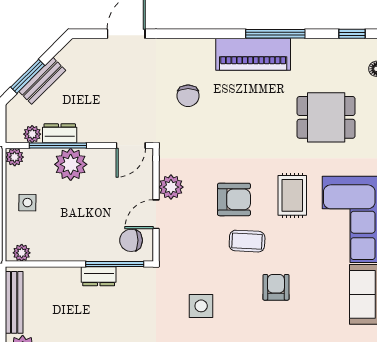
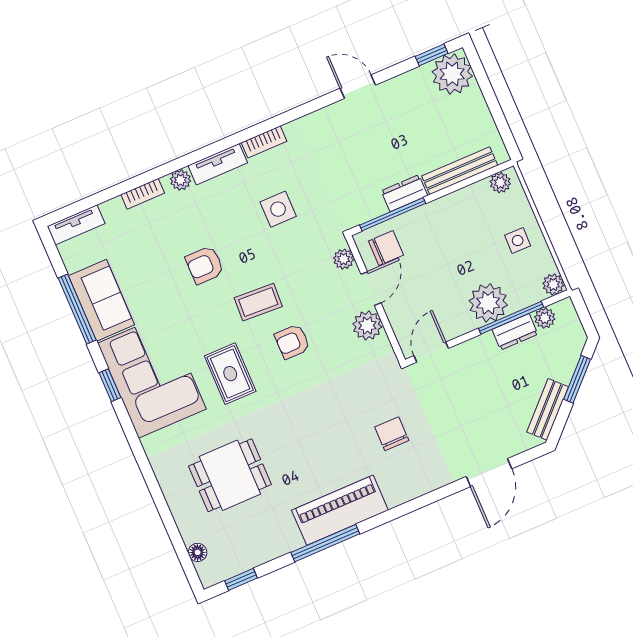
bench: (42, 81) -> (548, 409), moved
armchair: (234, 199) -> (292, 342), width x0.72, depth x0.72
plant: (167, 246) -> (344, 259), added
armchair: (276, 287) -> (205, 265), turned 90
bench: (14, 302) -> (460, 171), moved, turned 90

